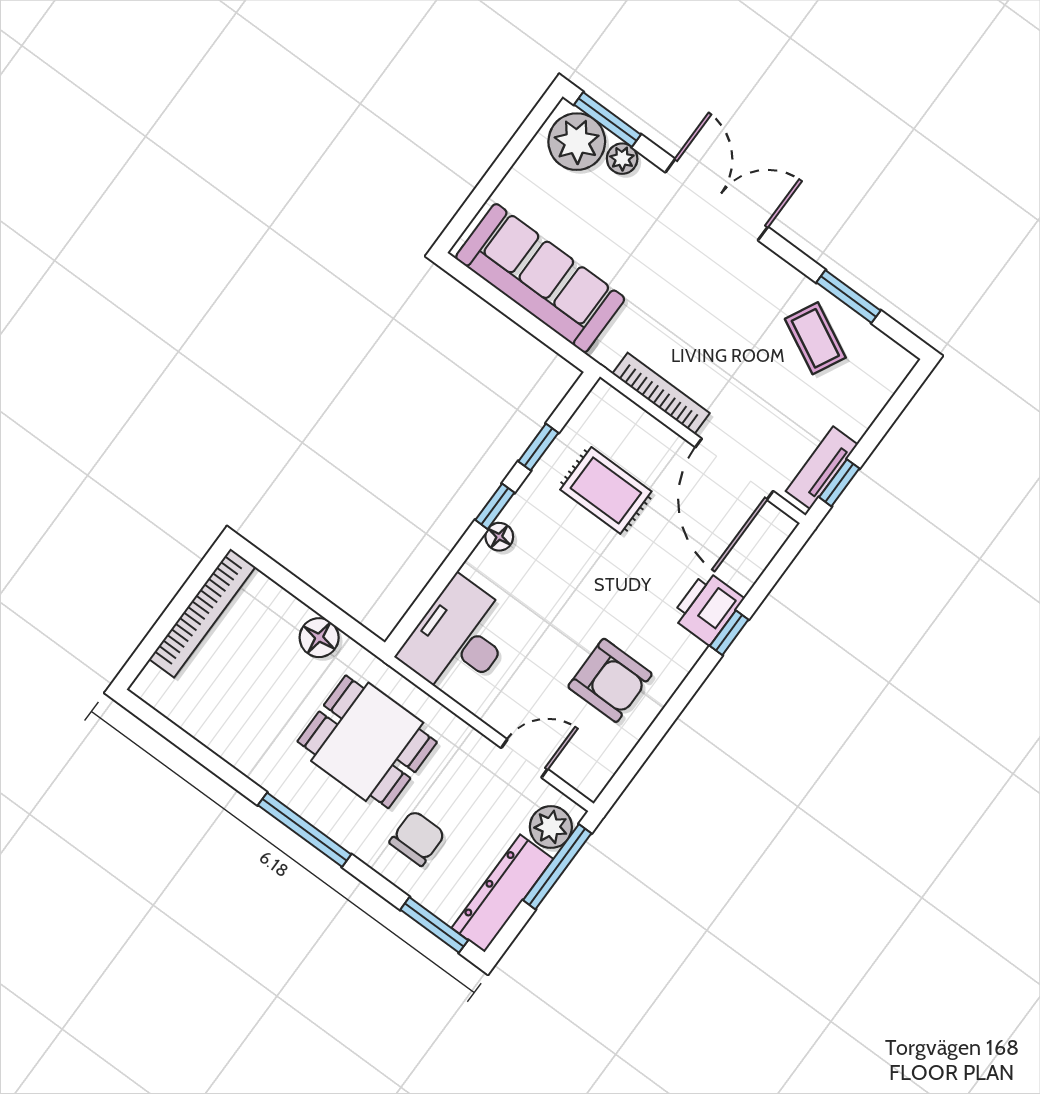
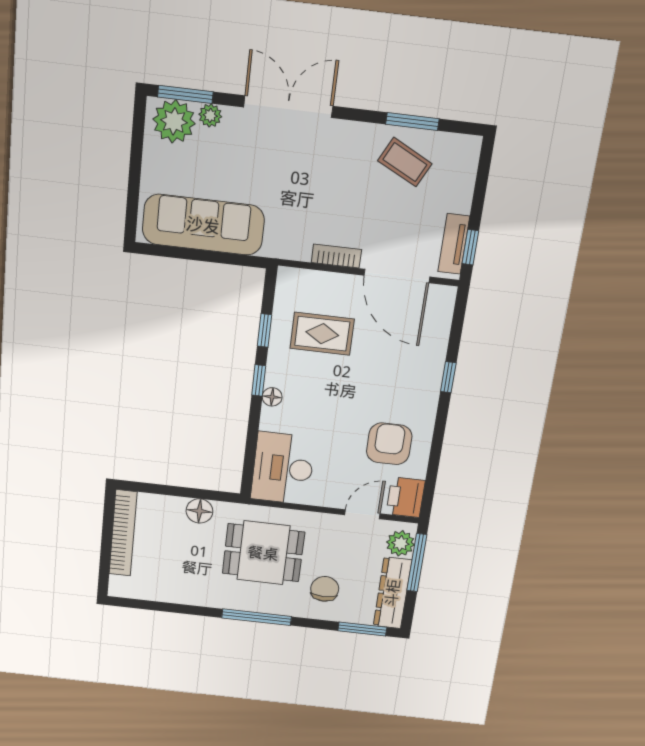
bookcase: (661, 393) -> (336, 256), width x0.64
printer: (707, 608) -> (406, 497), moved
armchair: (610, 680) -> (389, 444), turned -90

